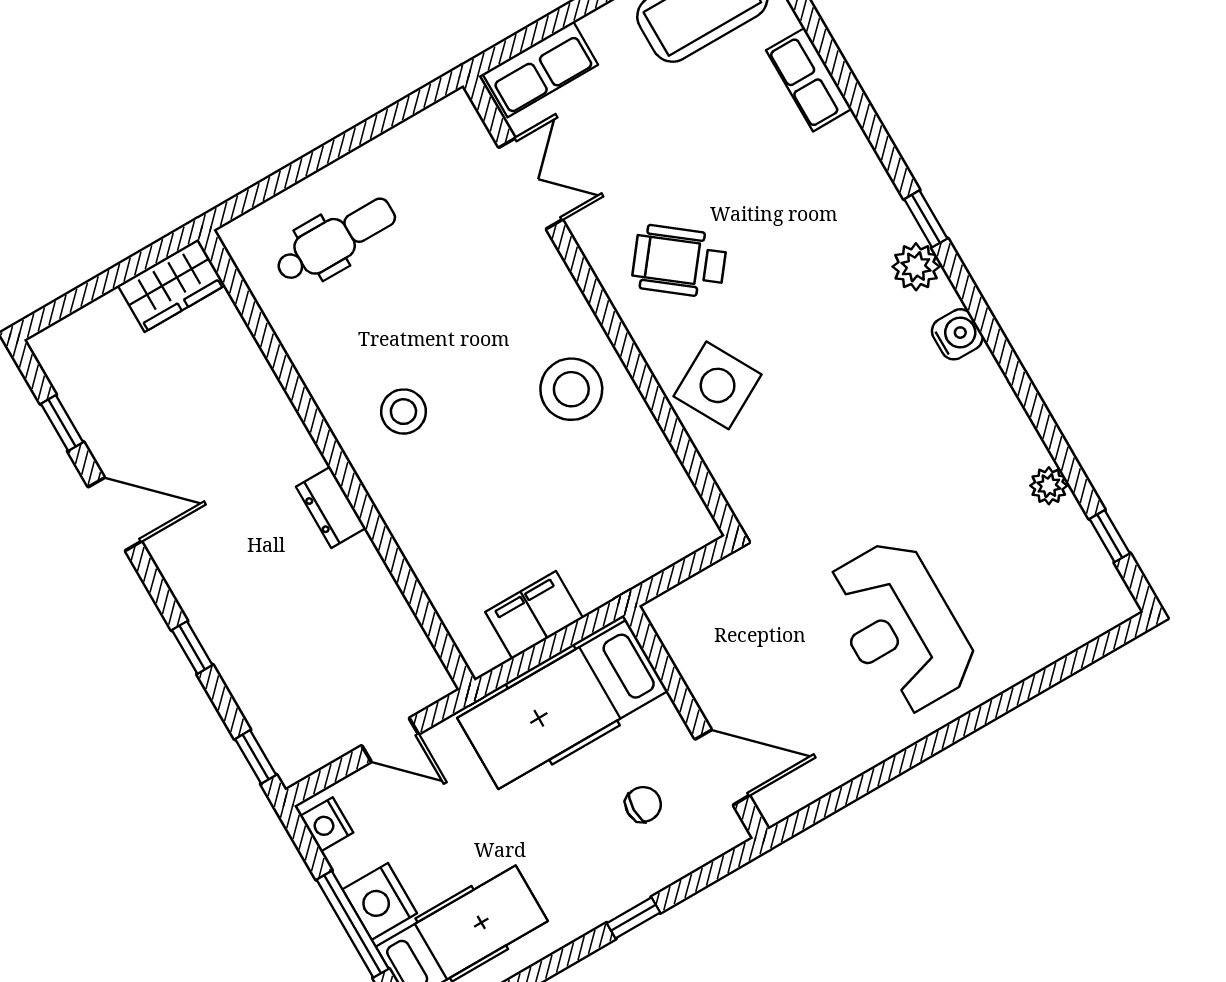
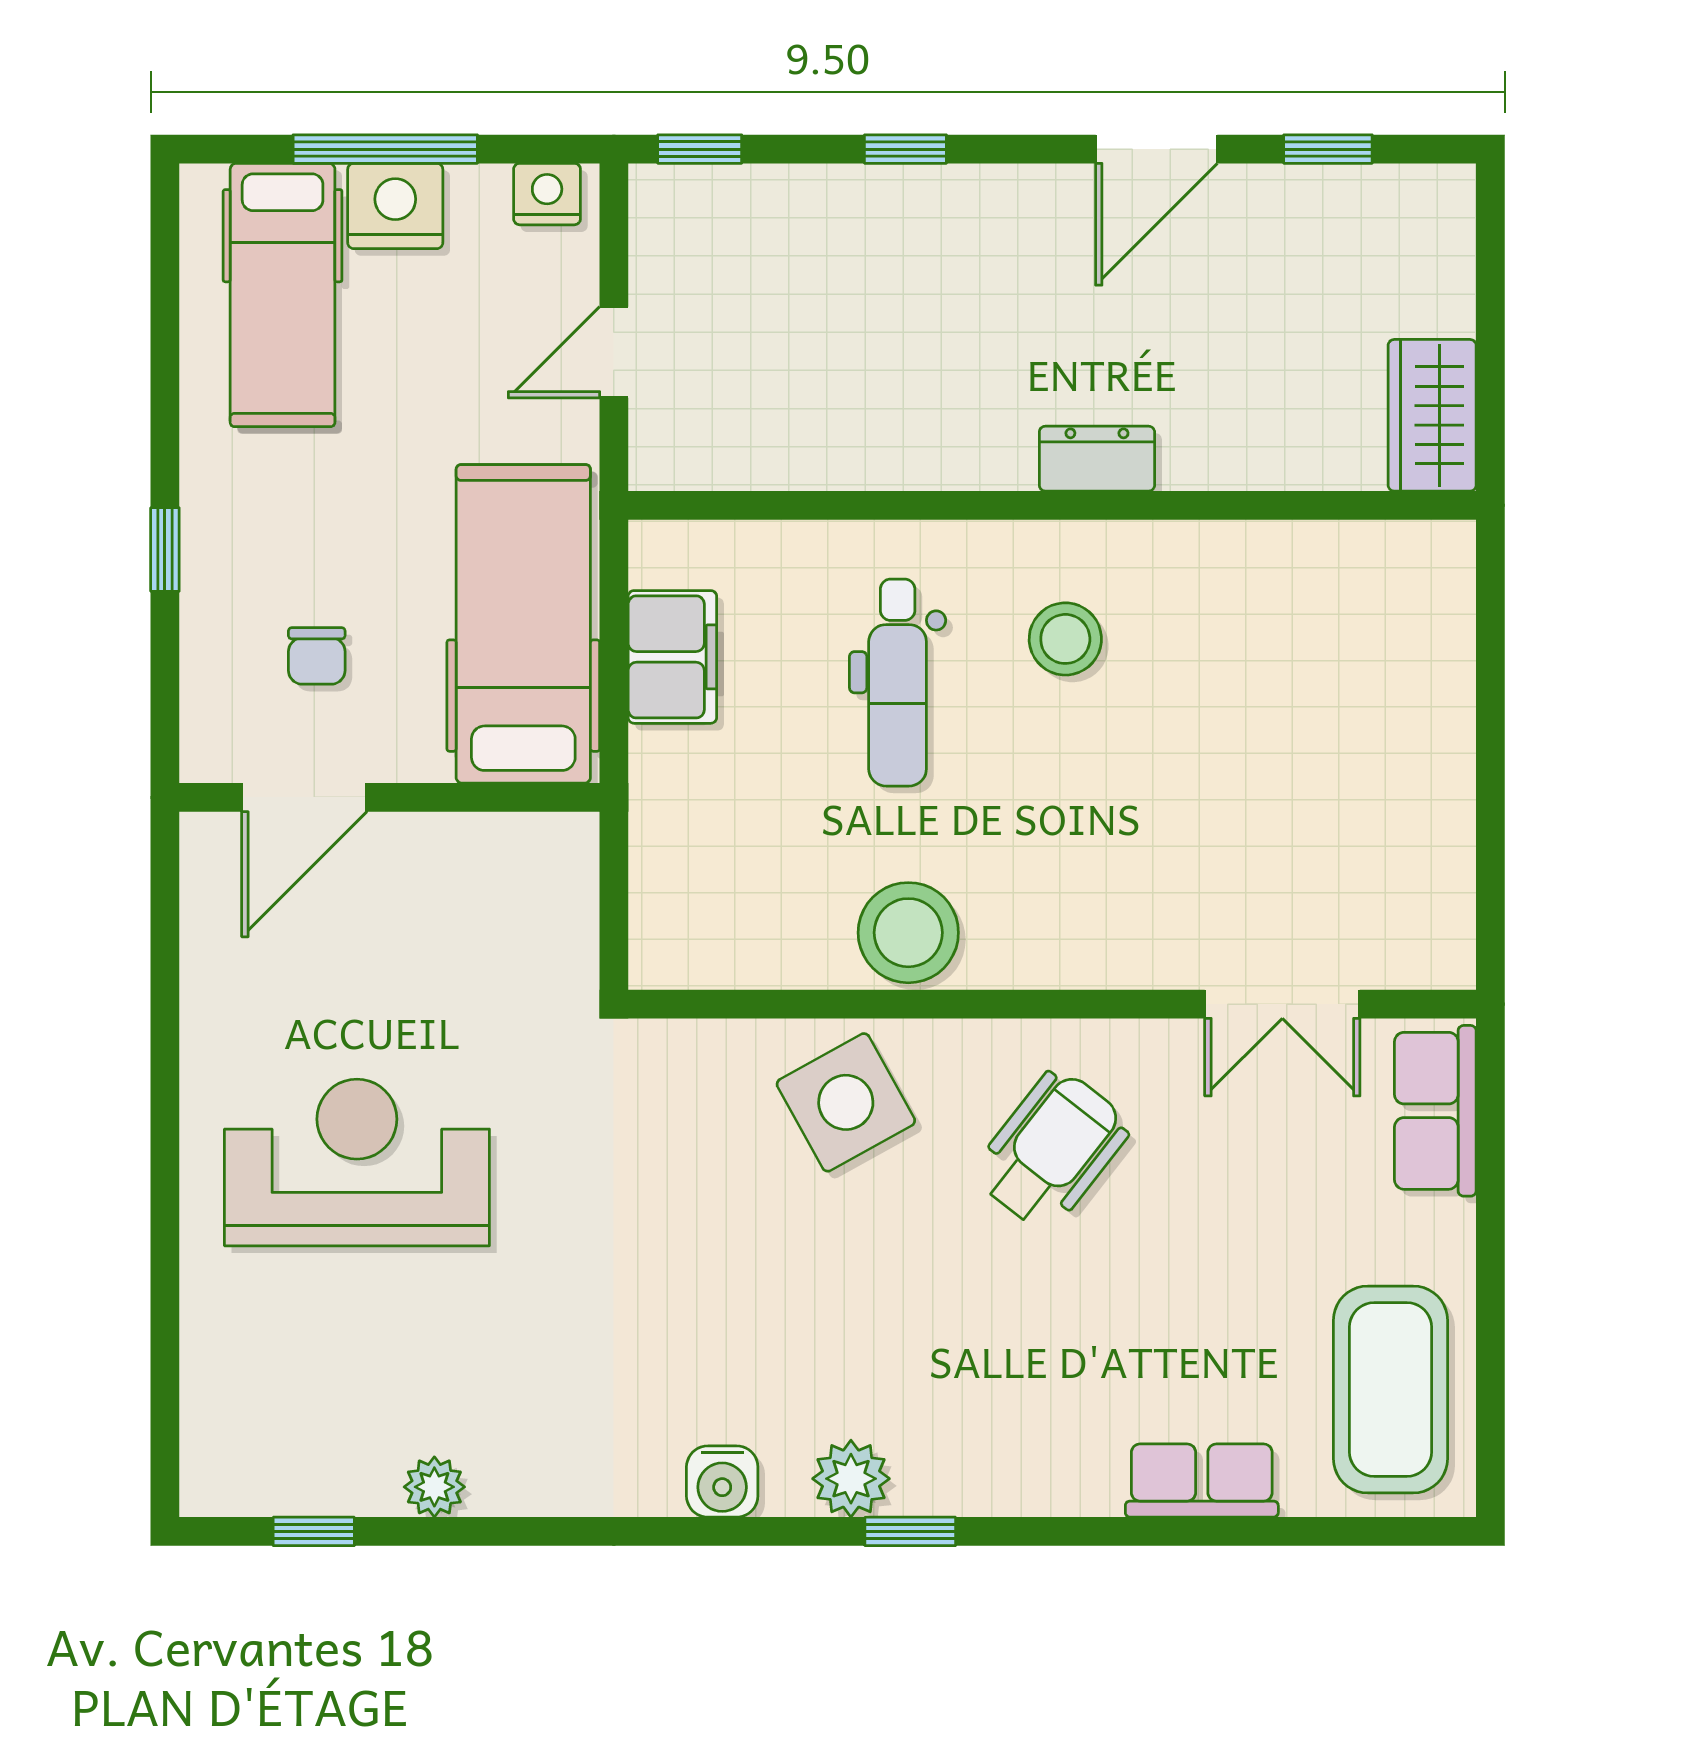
dental chair: (336, 240) -> (898, 683), moved
stool: (571, 389) -> (908, 933), moved
dresser: (331, 507) -> (1097, 459), moved

